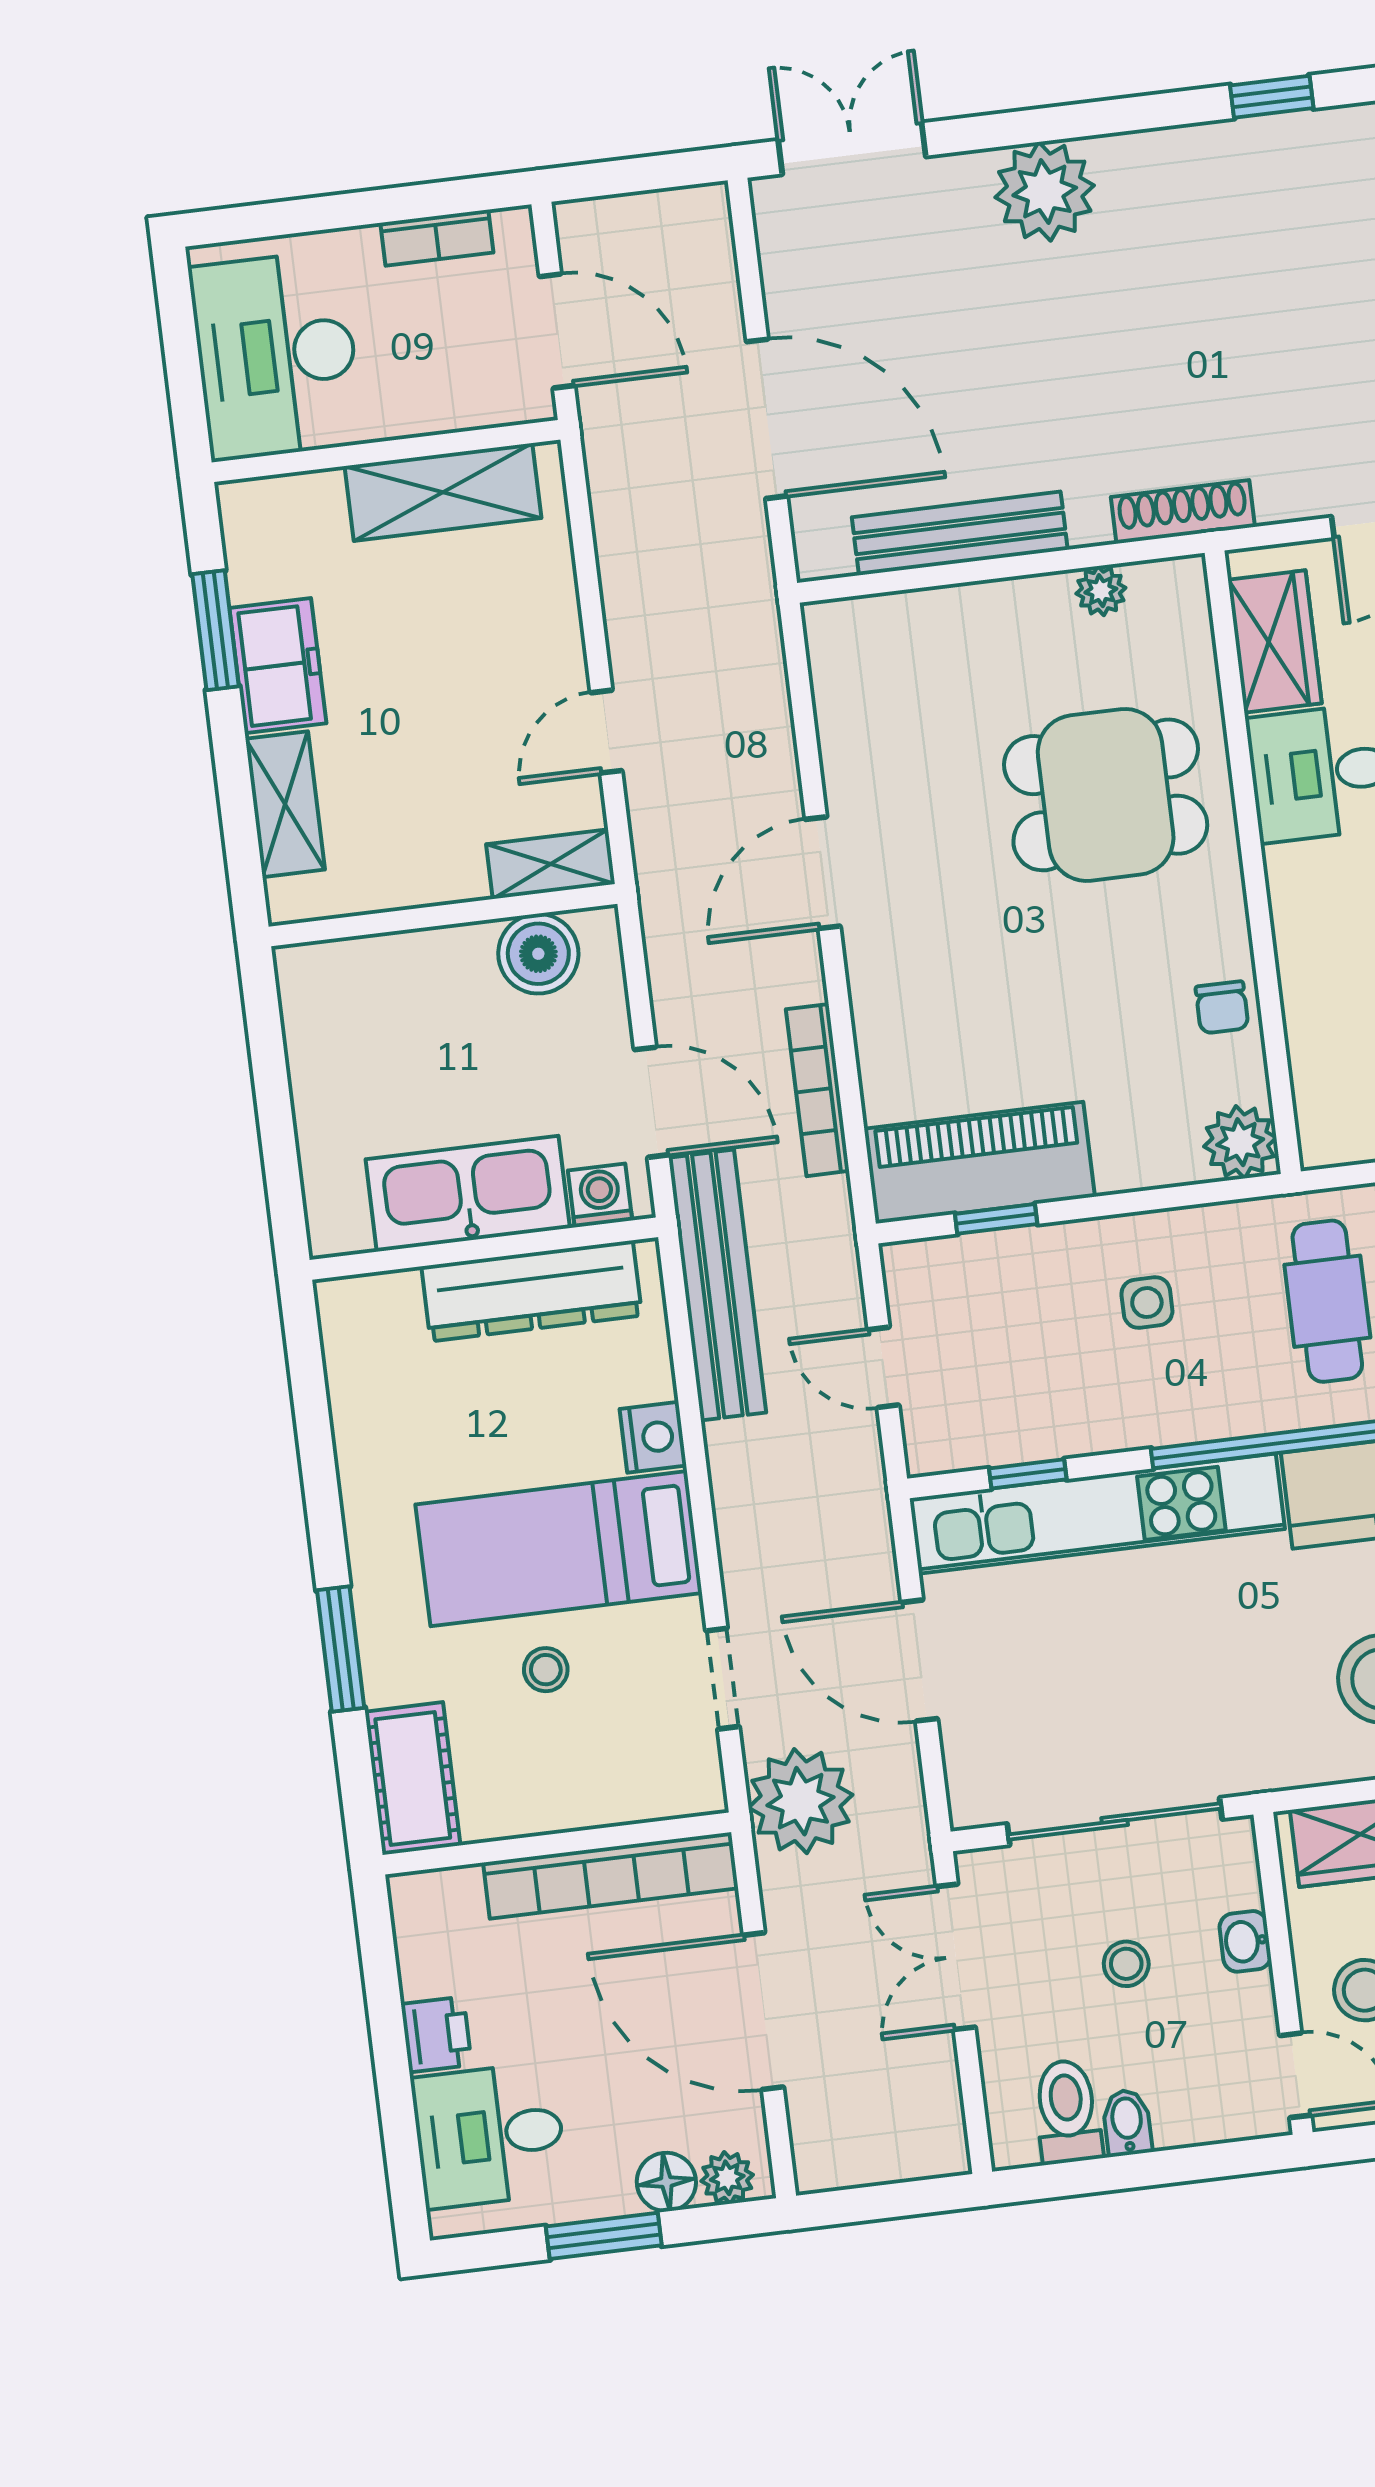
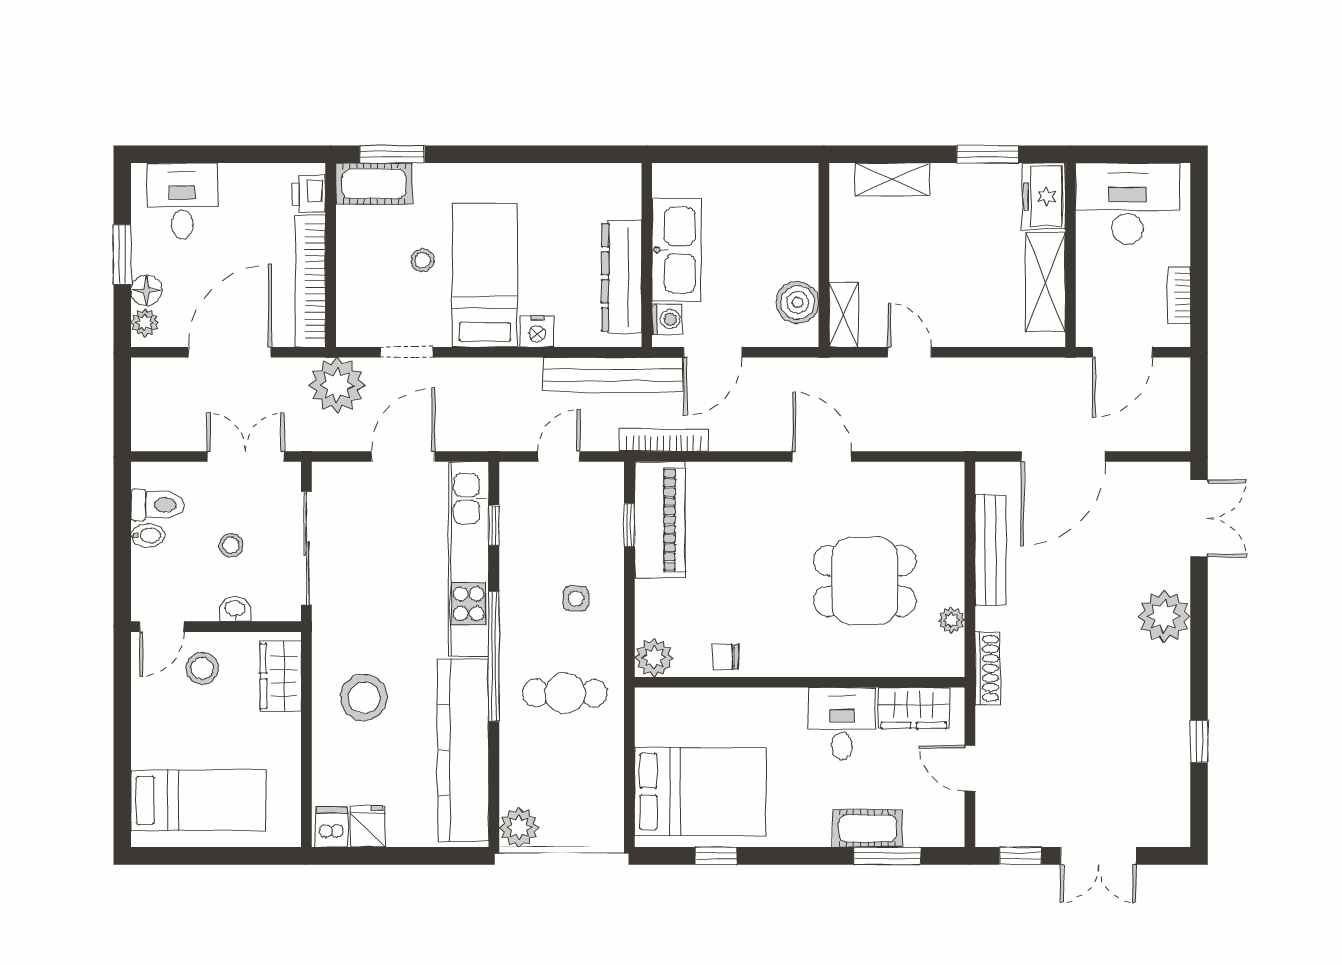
freezer: (278, 666) -> (1044, 196), moved, turned 90
dining table: (1106, 795) -> (865, 581), moved, turned 90
bookcase: (818, 1090) -> (664, 440), moved
window: (341, 1649) -> (392, 154), moved
printer: (436, 2035) -> (309, 194), moved, turned 90

